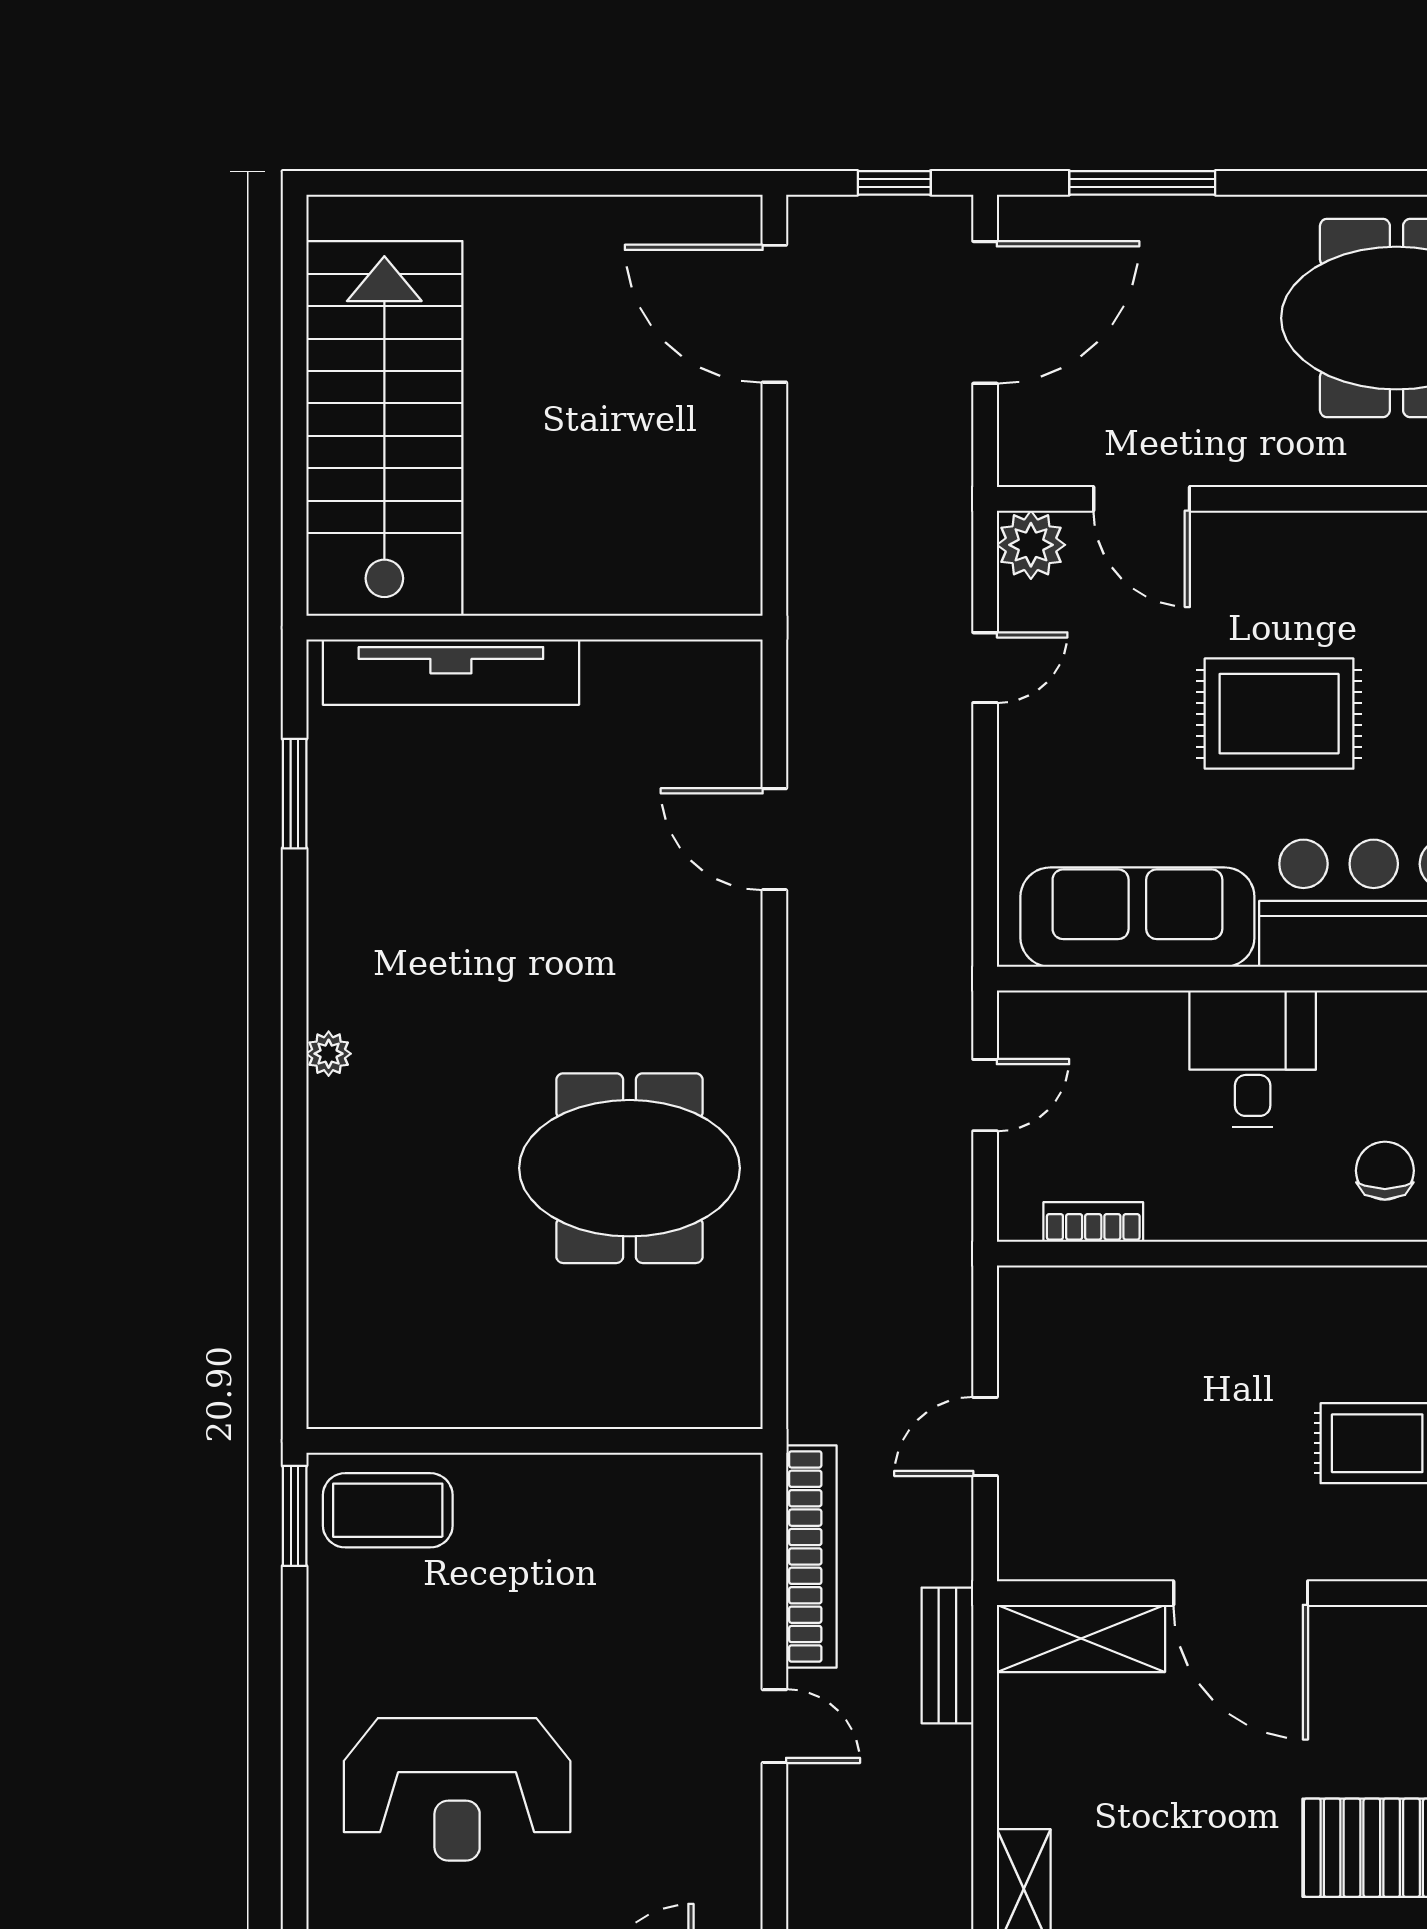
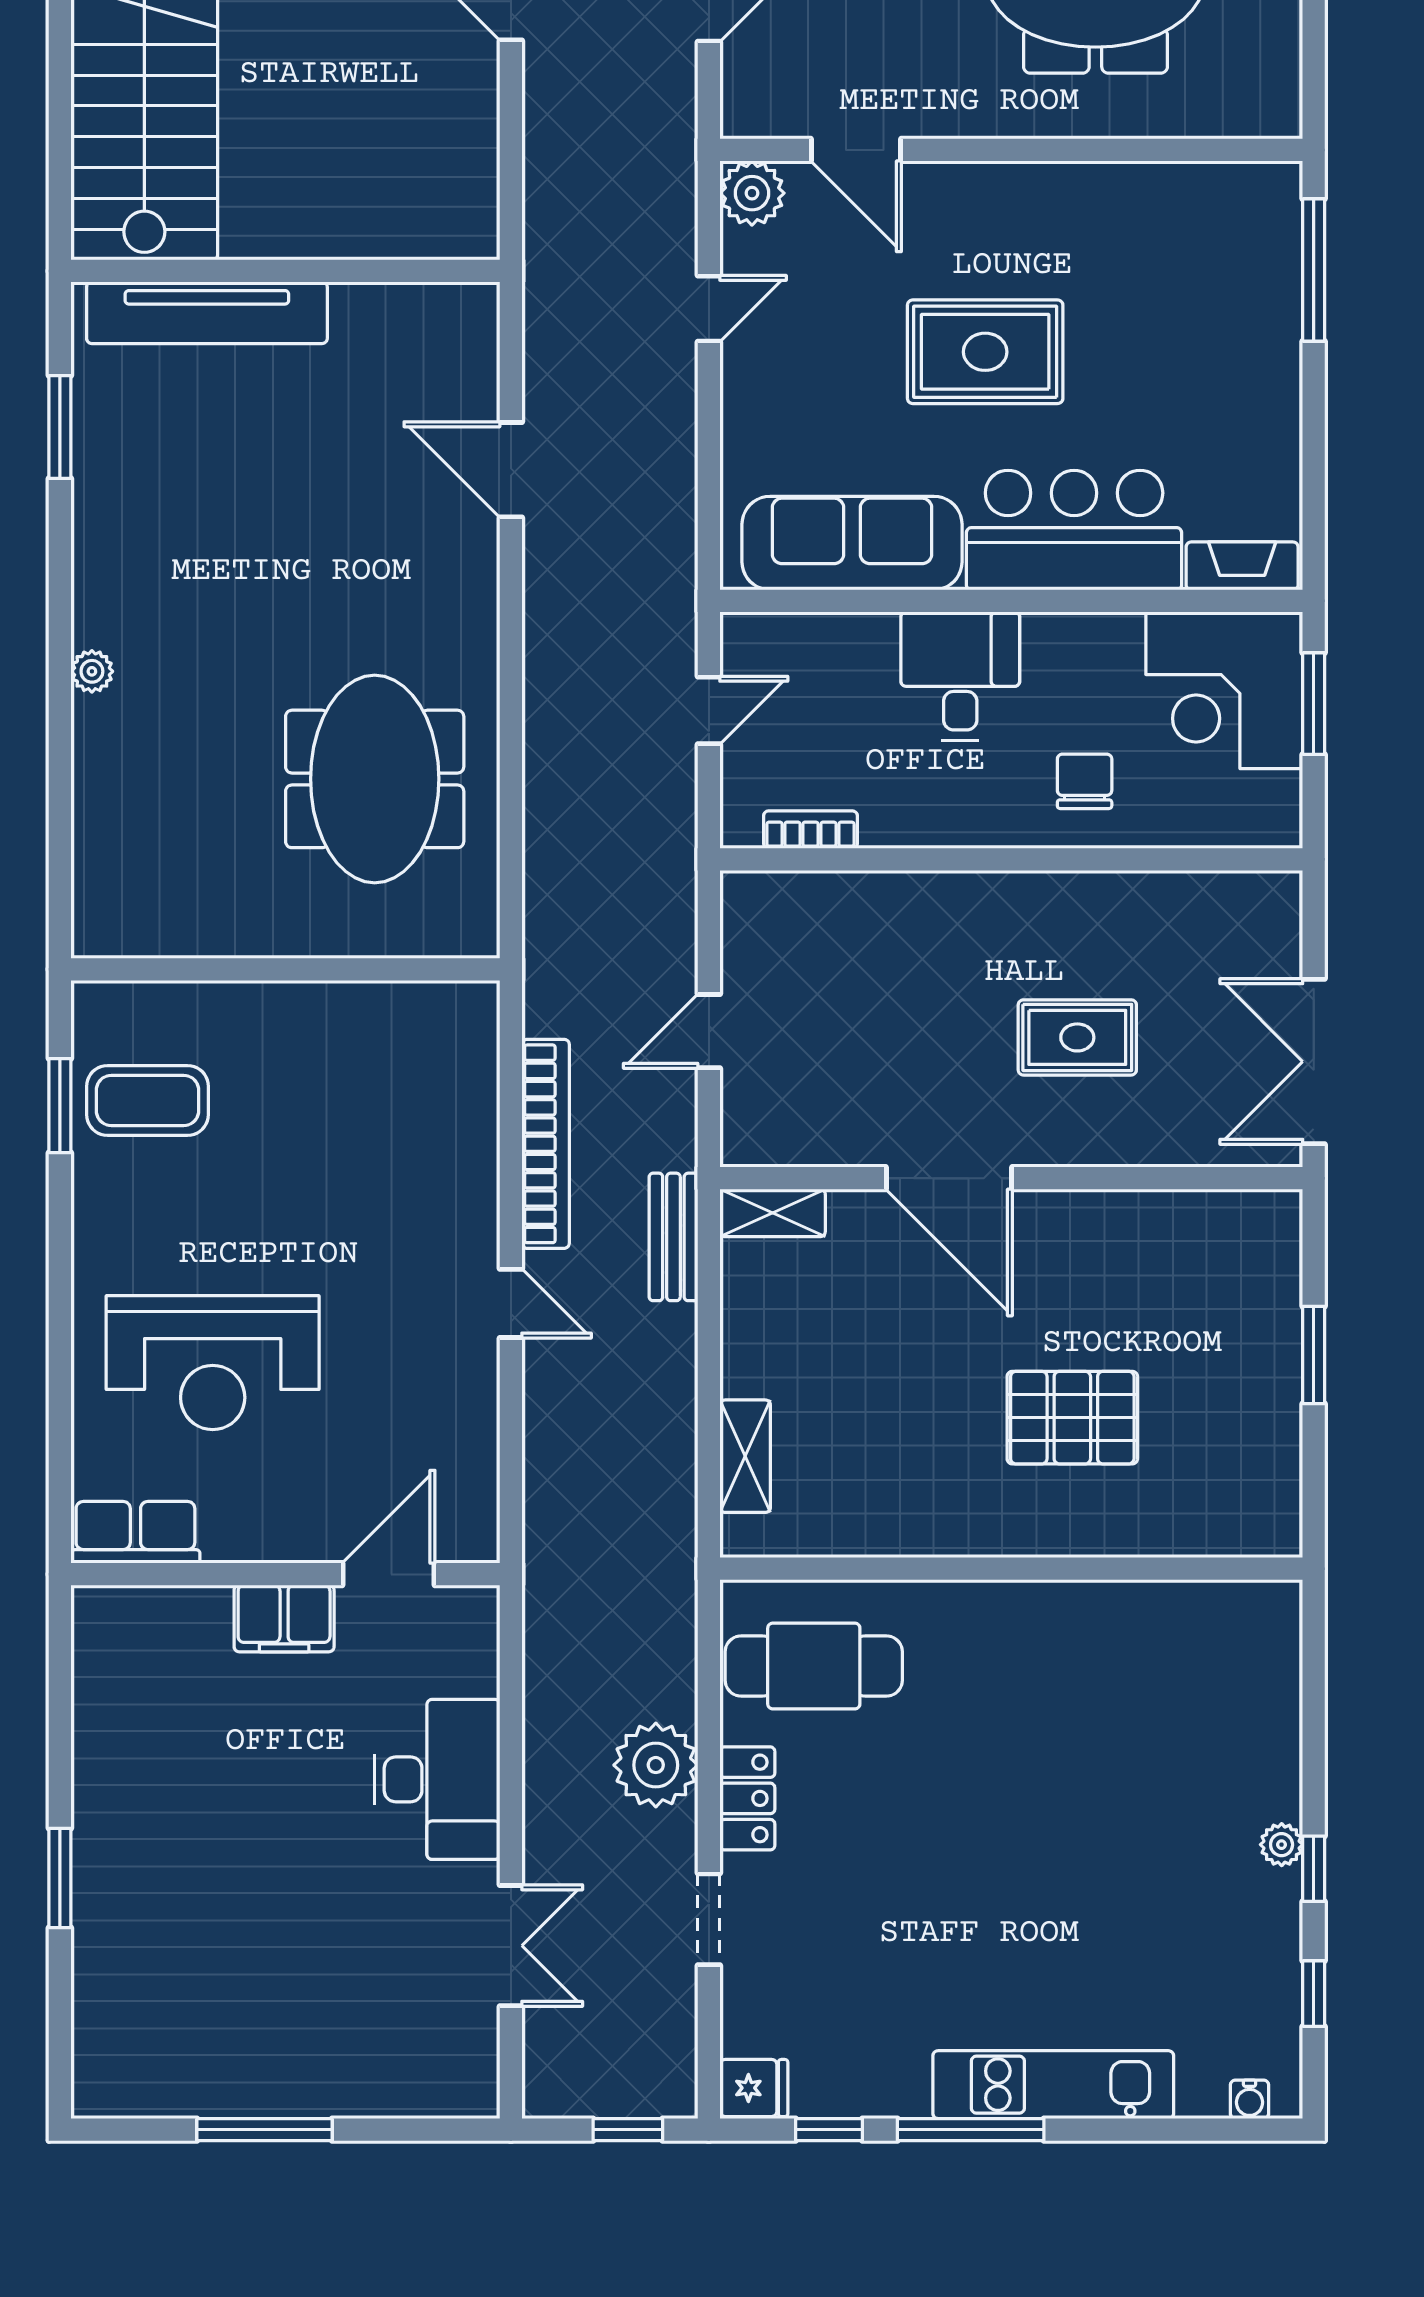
meeting table: (630, 1168) -> (375, 779), turned 90
wall: (534, 1441) -> (285, 969), moved
shelving: (1081, 1638) -> (773, 1213), width x0.67, depth x0.75

